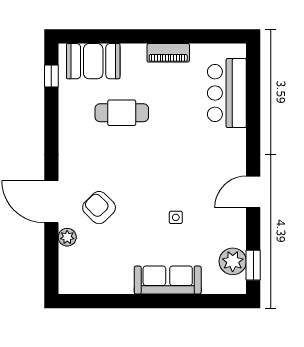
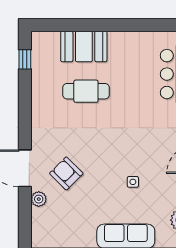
piano: (168, 53) -> (126, 39), removed
booth: (93, 61) -> (84, 46), moved

